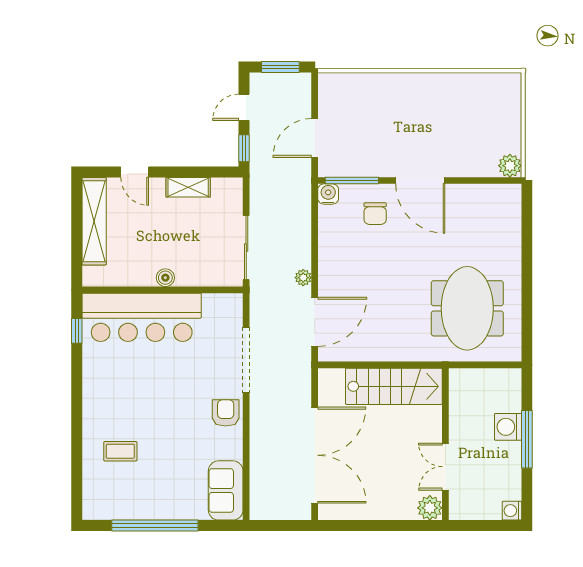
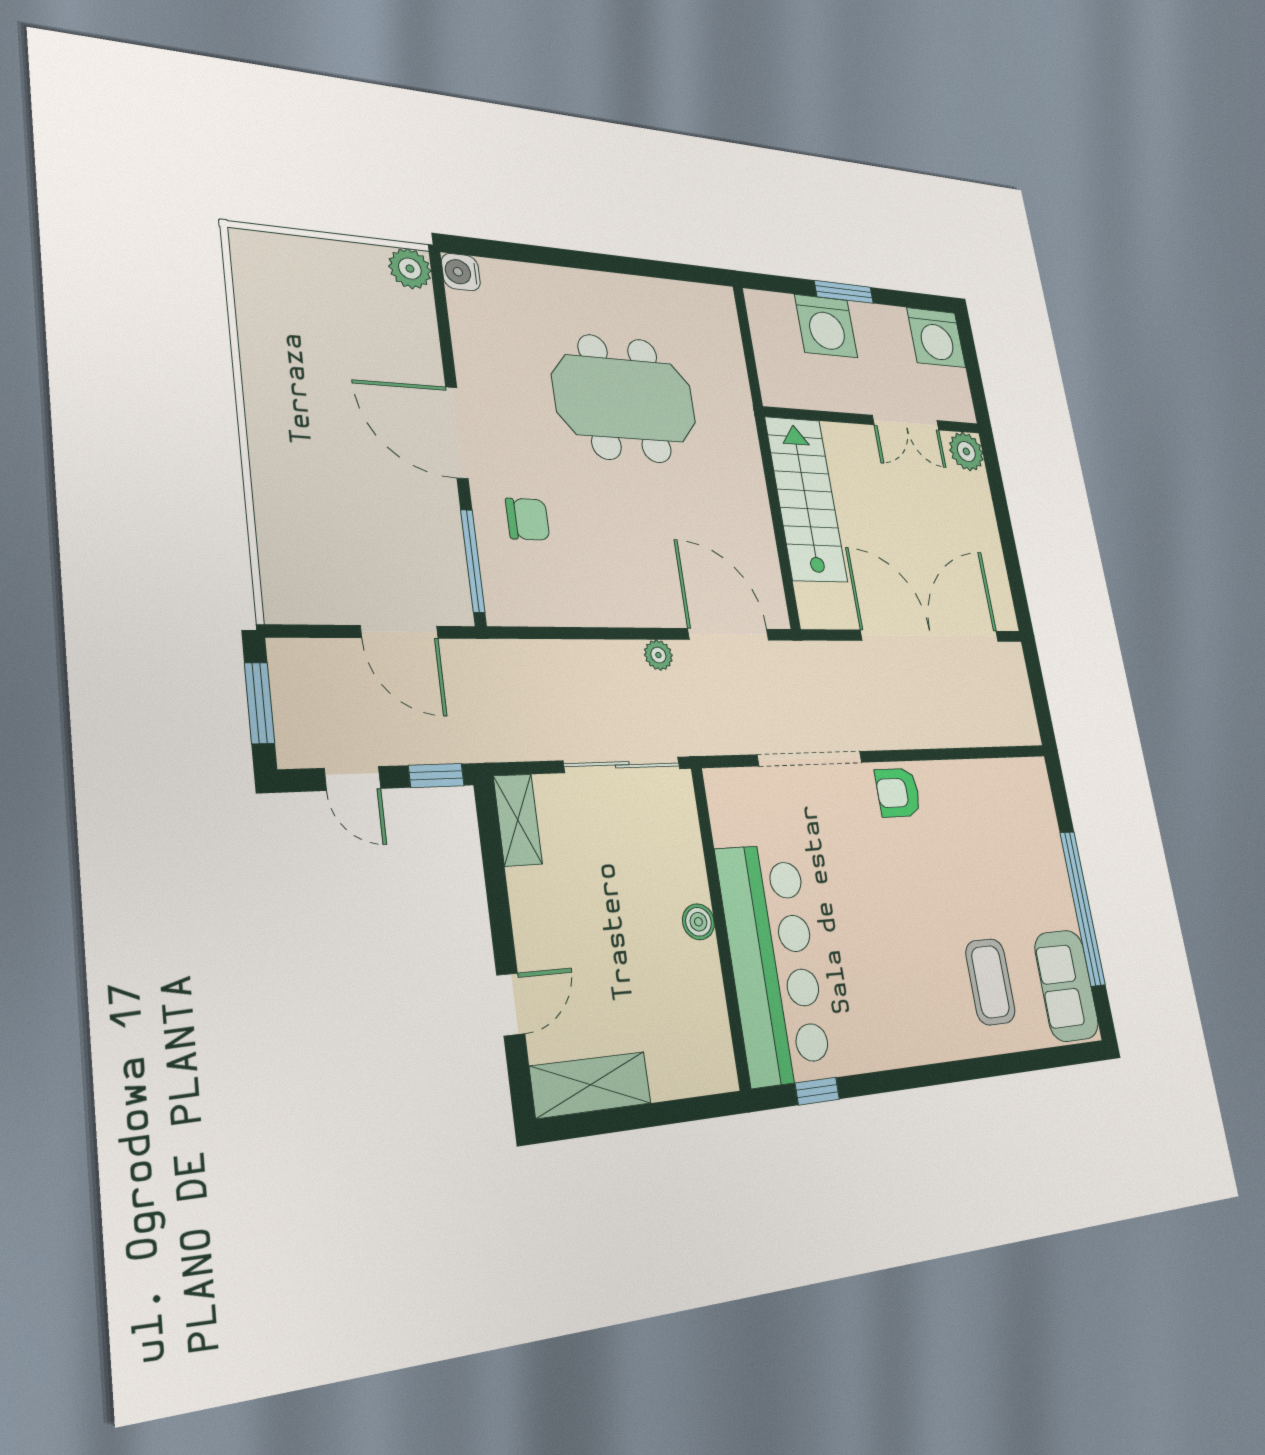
door: (420, 181) -> (457, 433), swing flipped
shelving: (188, 187) -> (518, 820), moved
water cooler: (328, 194) -> (461, 272), moved
shelving: (94, 221) -> (591, 1085), width x0.68
meeting table: (467, 308) -> (625, 399), moved
washing machine: (508, 427) -> (826, 326), width x1.37, depth x1.37
window: (527, 439) -> (844, 292), width x0.69
coffee table: (120, 451) -> (990, 982), width x1.36, depth x1.30
sofa: (226, 490) -> (1066, 986), moved, turned 90
washing machine: (512, 511) -> (936, 338), width x1.89, depth x1.89

